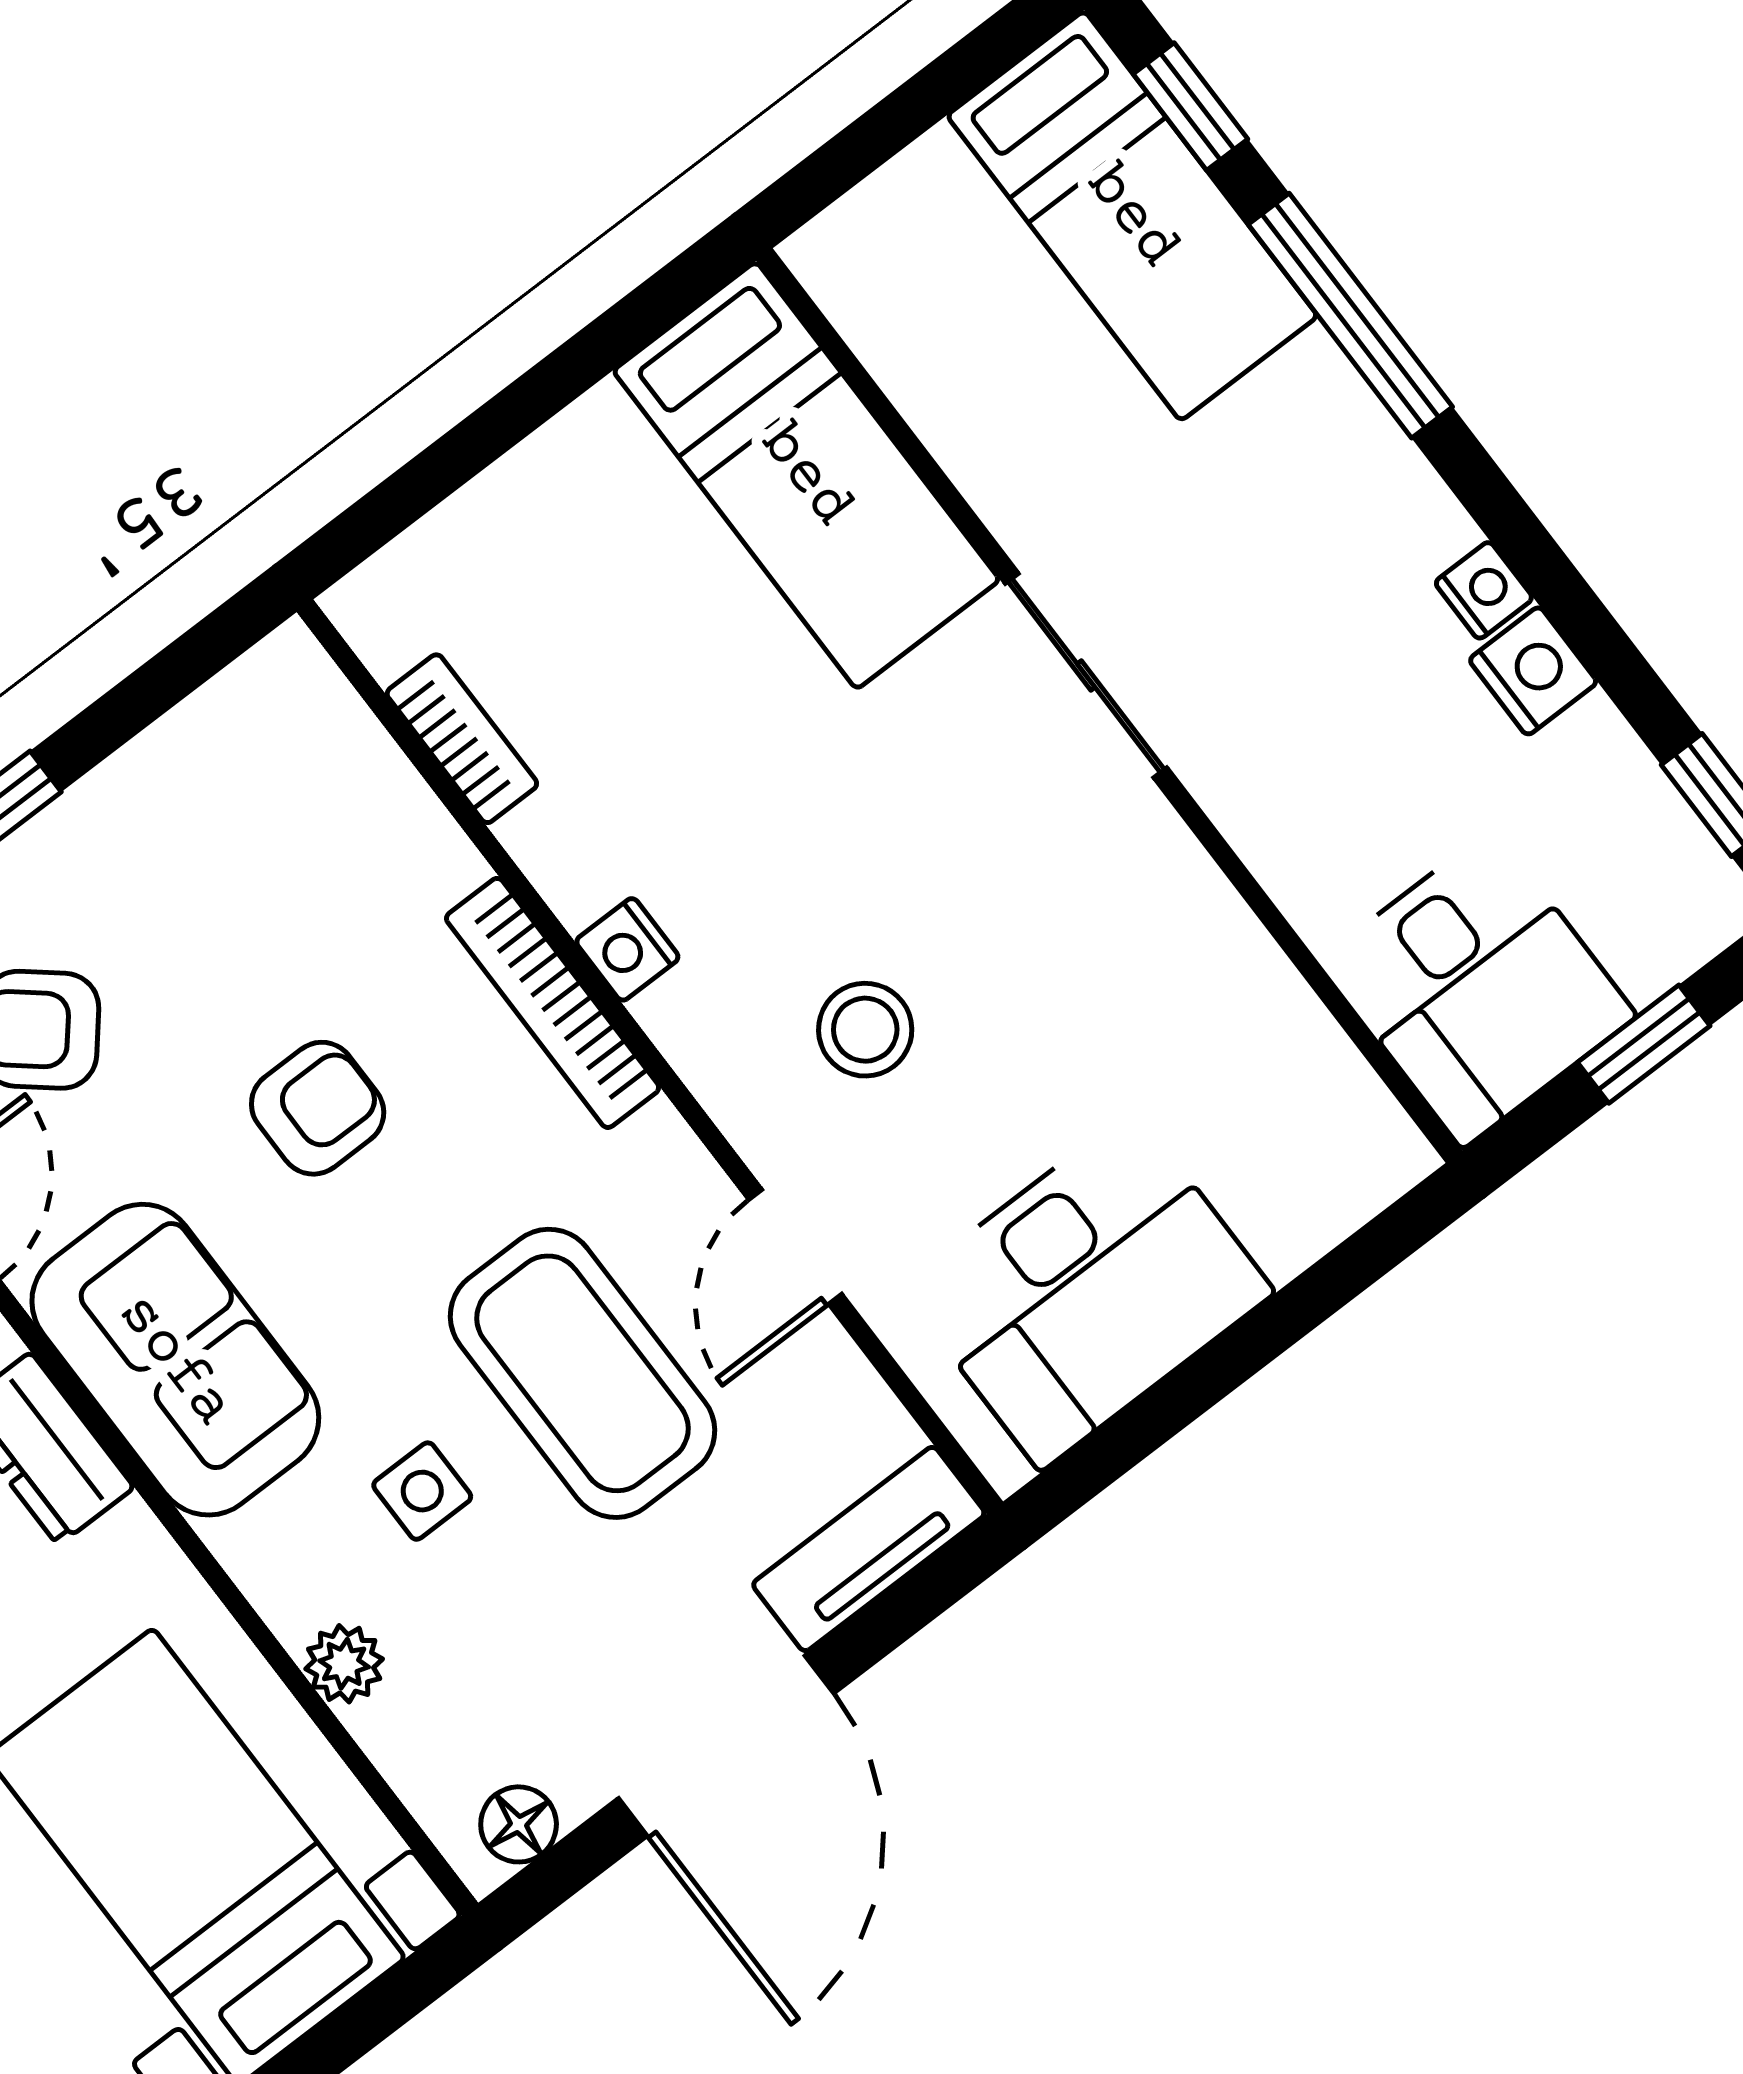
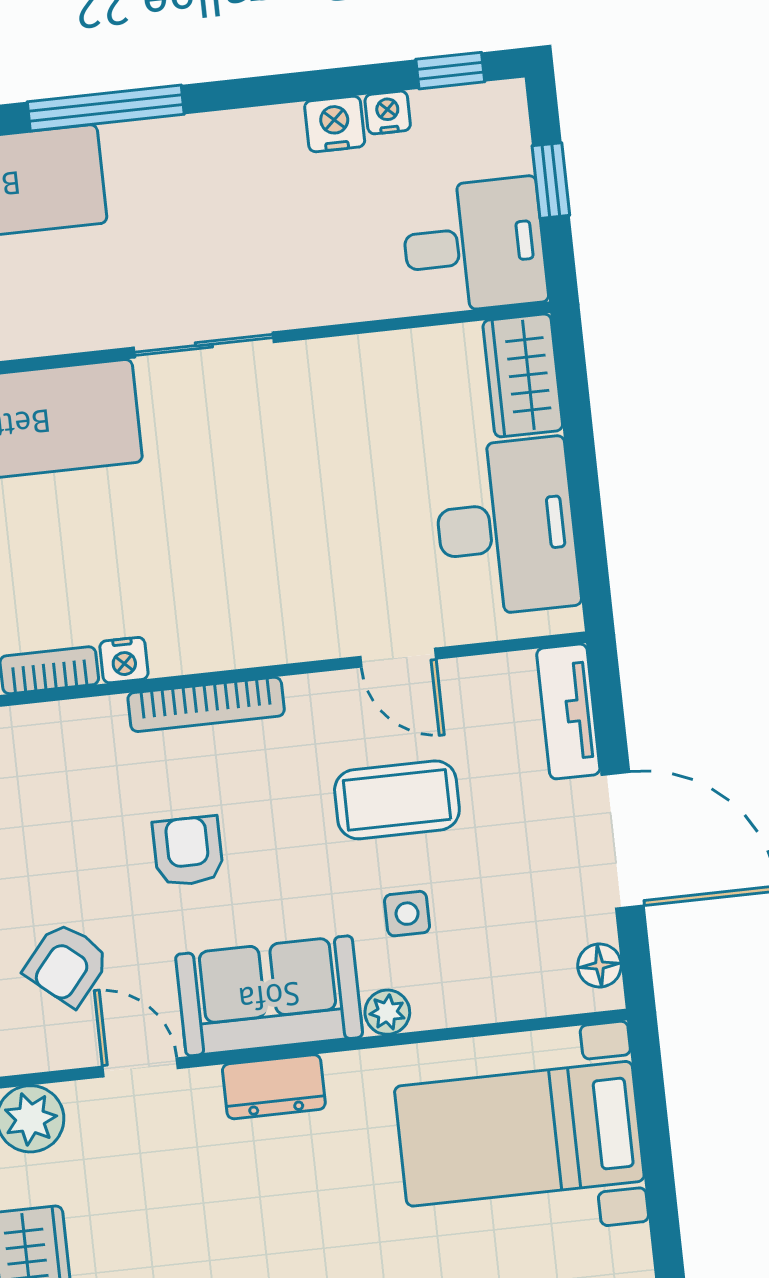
nightstand: (1484, 590) -> (388, 112), moved
nightstand: (627, 949) -> (124, 660), moved
stool: (865, 1030) -> (312, 559), removed
wardrobe: (1328, 1178) -> (523, 375), added
coffee table: (582, 1373) -> (397, 800), width x0.73, depth x0.76
plant: (344, 1664) -> (387, 1012), moved

